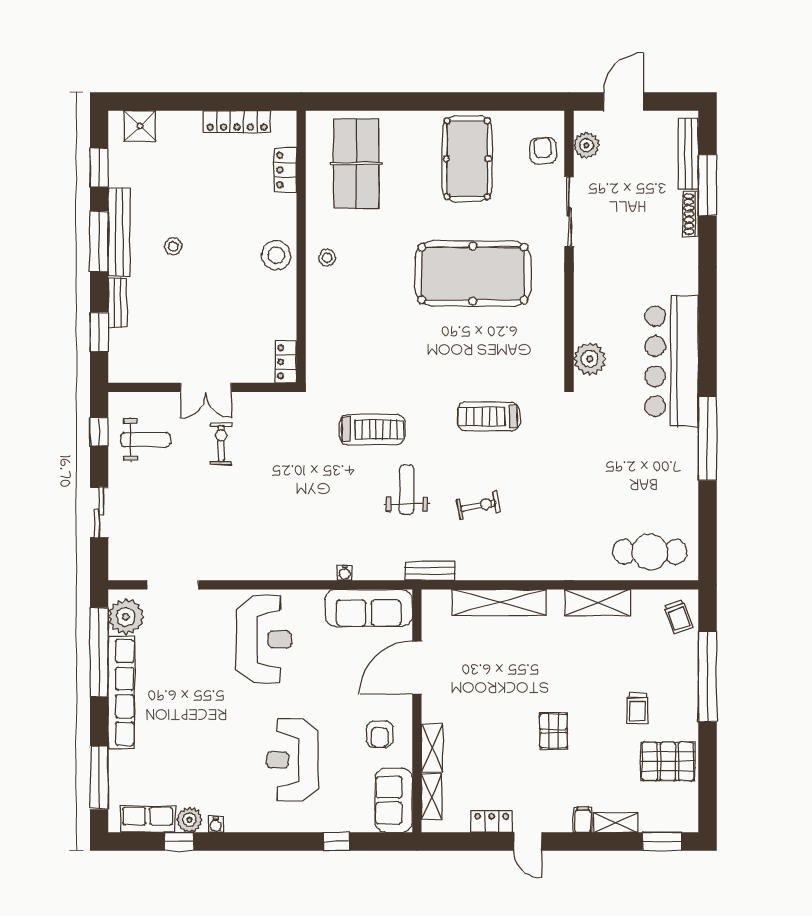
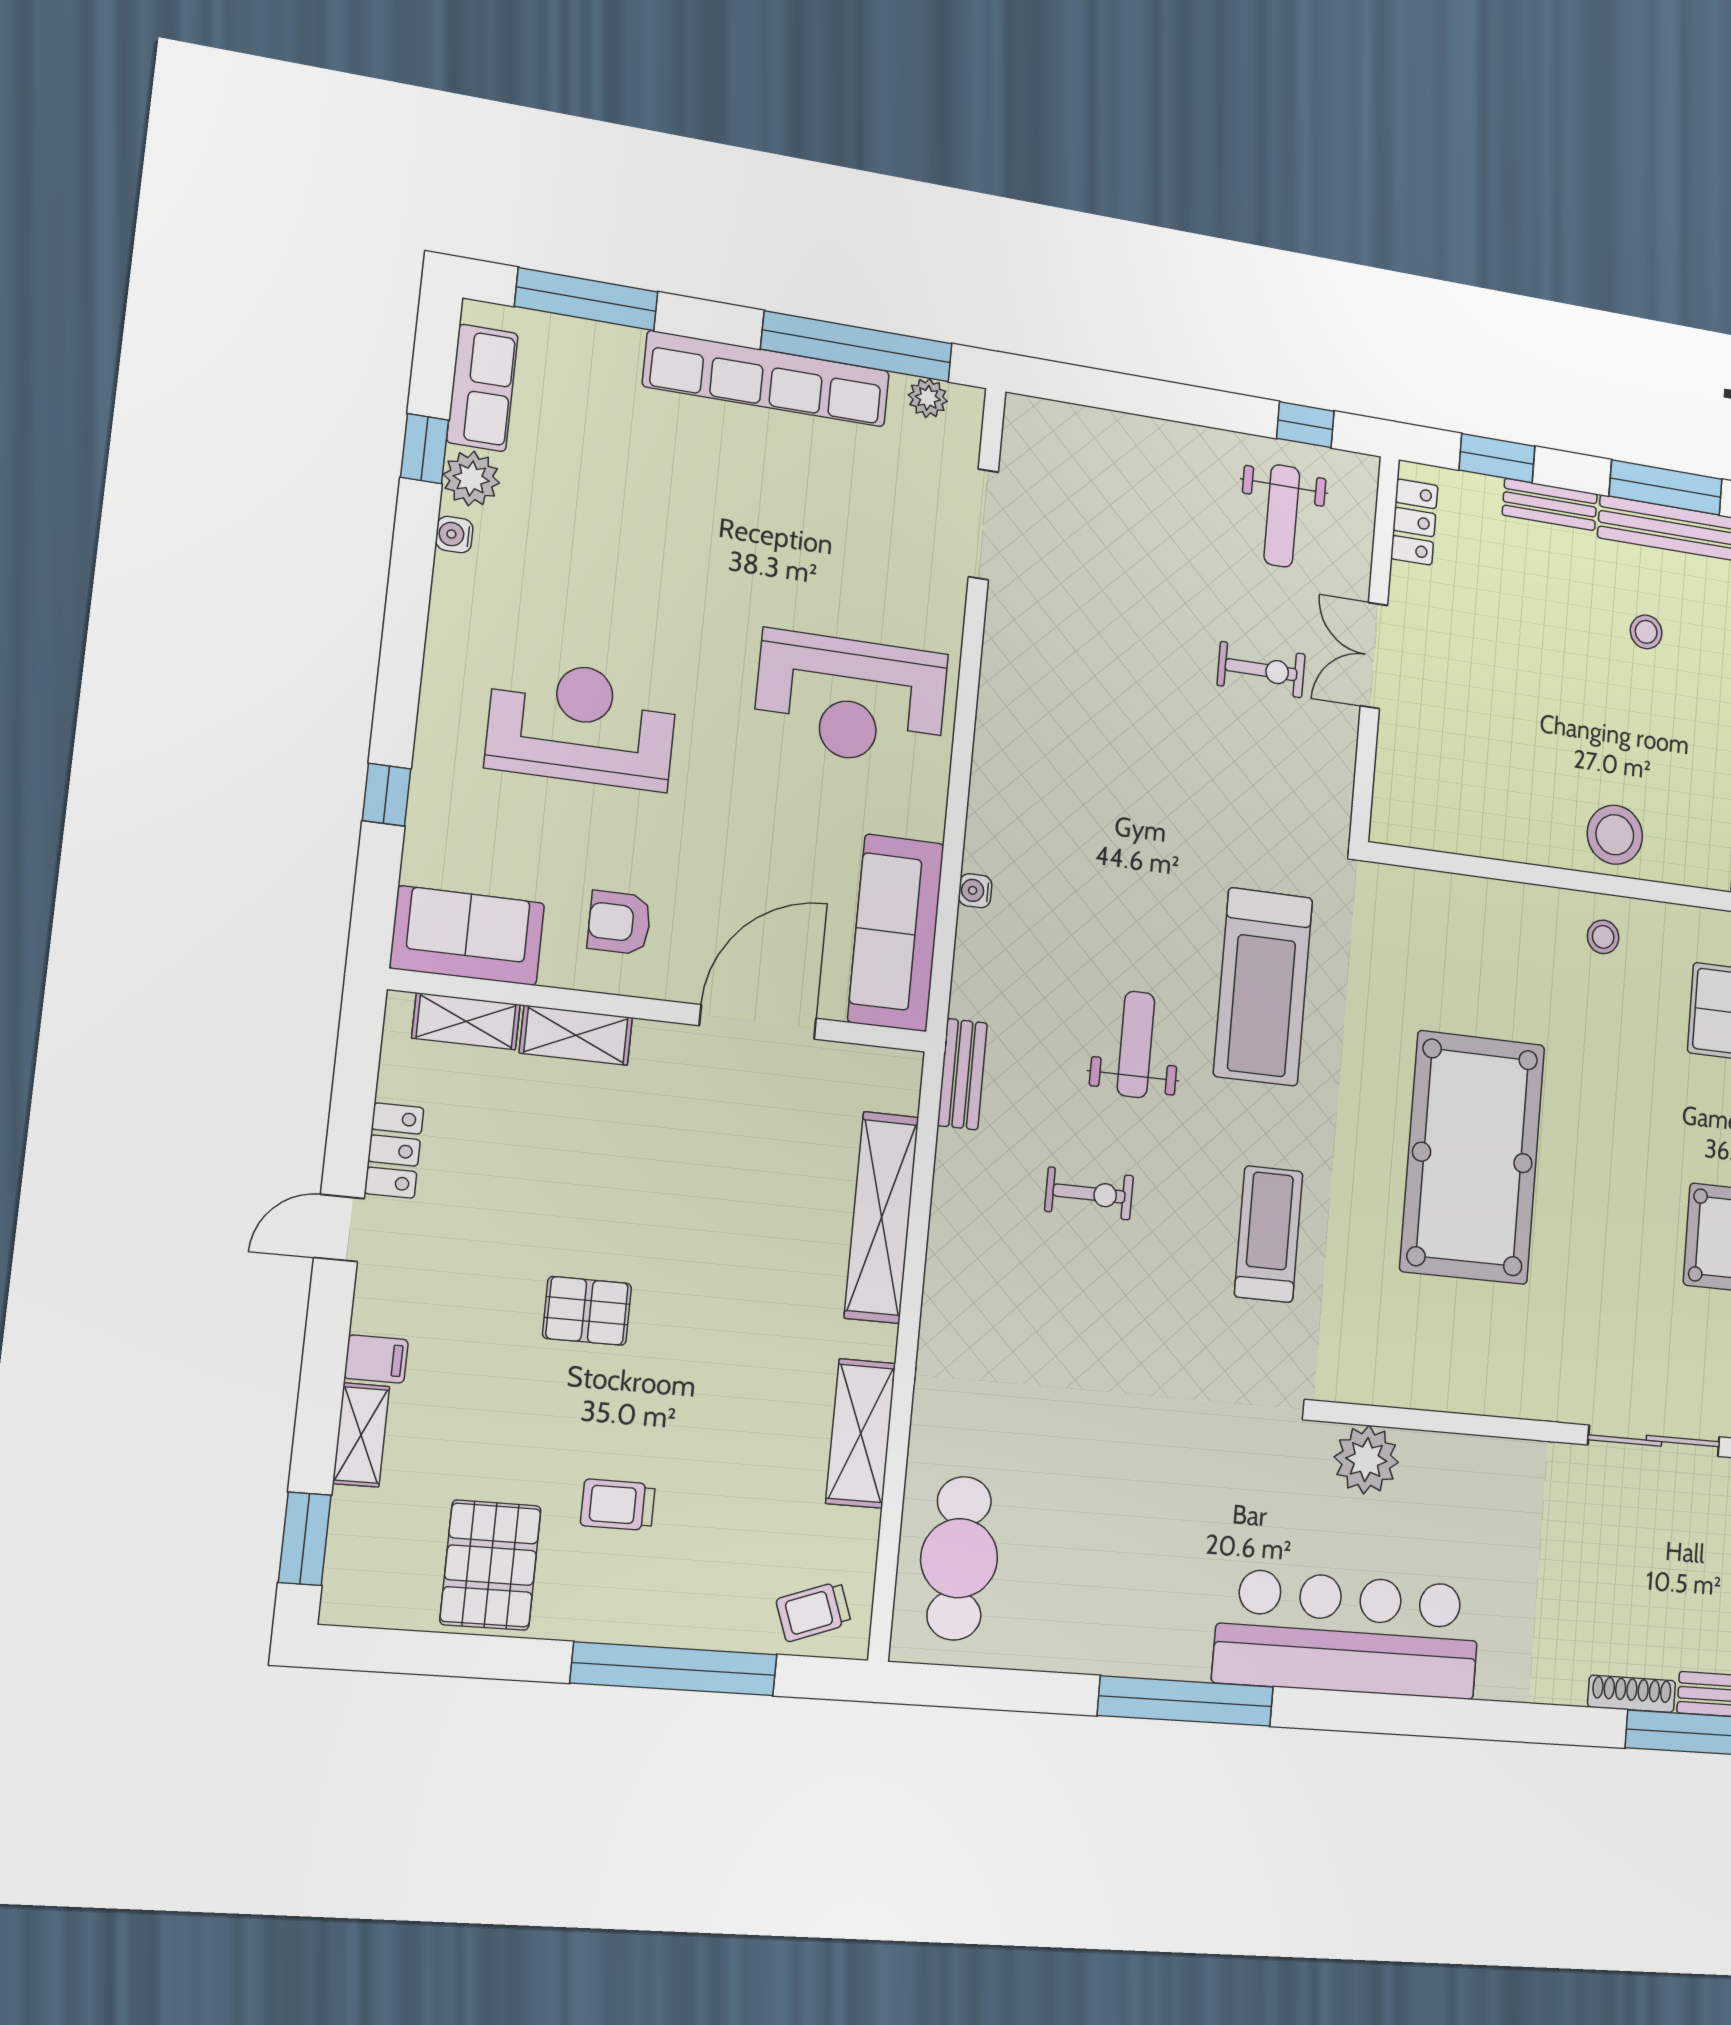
pool table: (473, 274) -> (1472, 1157), moved
locker: (286, 362) -> (1414, 522), moved, turned 90
treadmill: (372, 429) -> (1263, 987), width x1.37, depth x1.38
weight bench: (407, 489) -> (1136, 1044), turned -90
exercise bike: (478, 506) -> (1089, 1193), turned -79
sliding door: (99, 512) -> (1145, 397), removed
plant: (126, 617) -> (928, 398), width x0.53, depth x0.53
door: (417, 668) -> (758, 1022), hinge flipped

